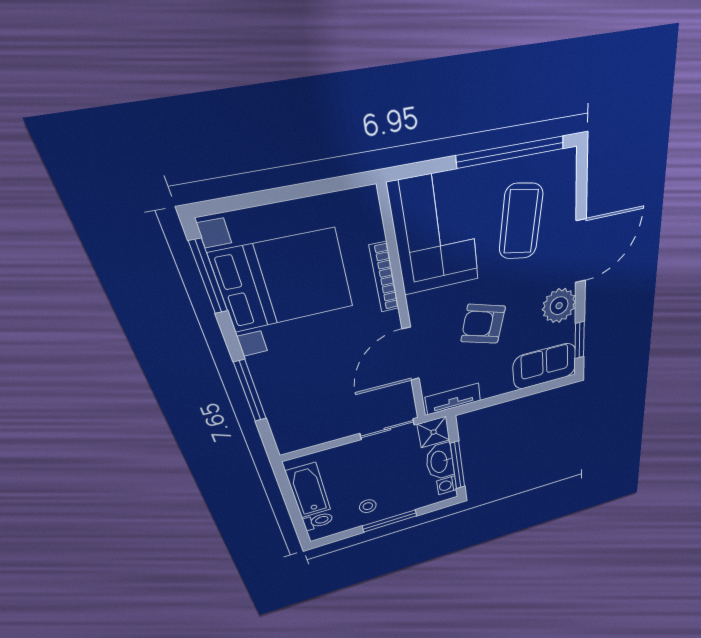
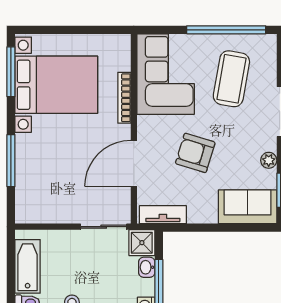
plant: (559, 306) -> (269, 160), width x0.53, depth x0.53
washbasin: (440, 462) -> (147, 267), width x0.52, depth x0.69

